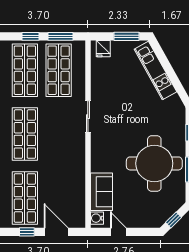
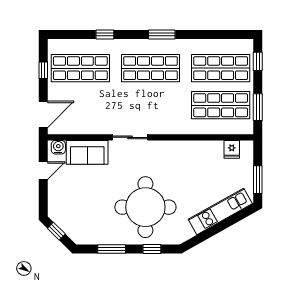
window: (31, 36) -> (258, 61), moved
fridge: (103, 49) -> (232, 149), moved, turned -90
sliding door: (88, 117) -> (130, 137), moved
round table: (154, 163) -> (145, 207), moved
door: (56, 232) -> (43, 114), moved

